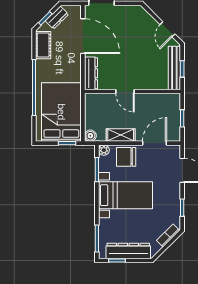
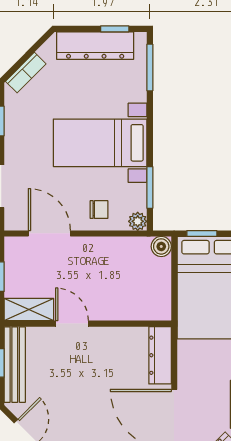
door: (125, 91) -> (72, 324), moved
shelving: (121, 135) -> (29, 310), moved
door: (155, 143) -> (49, 233), swing flipped
chair: (126, 157) -> (99, 210), width x0.54, depth x0.54

